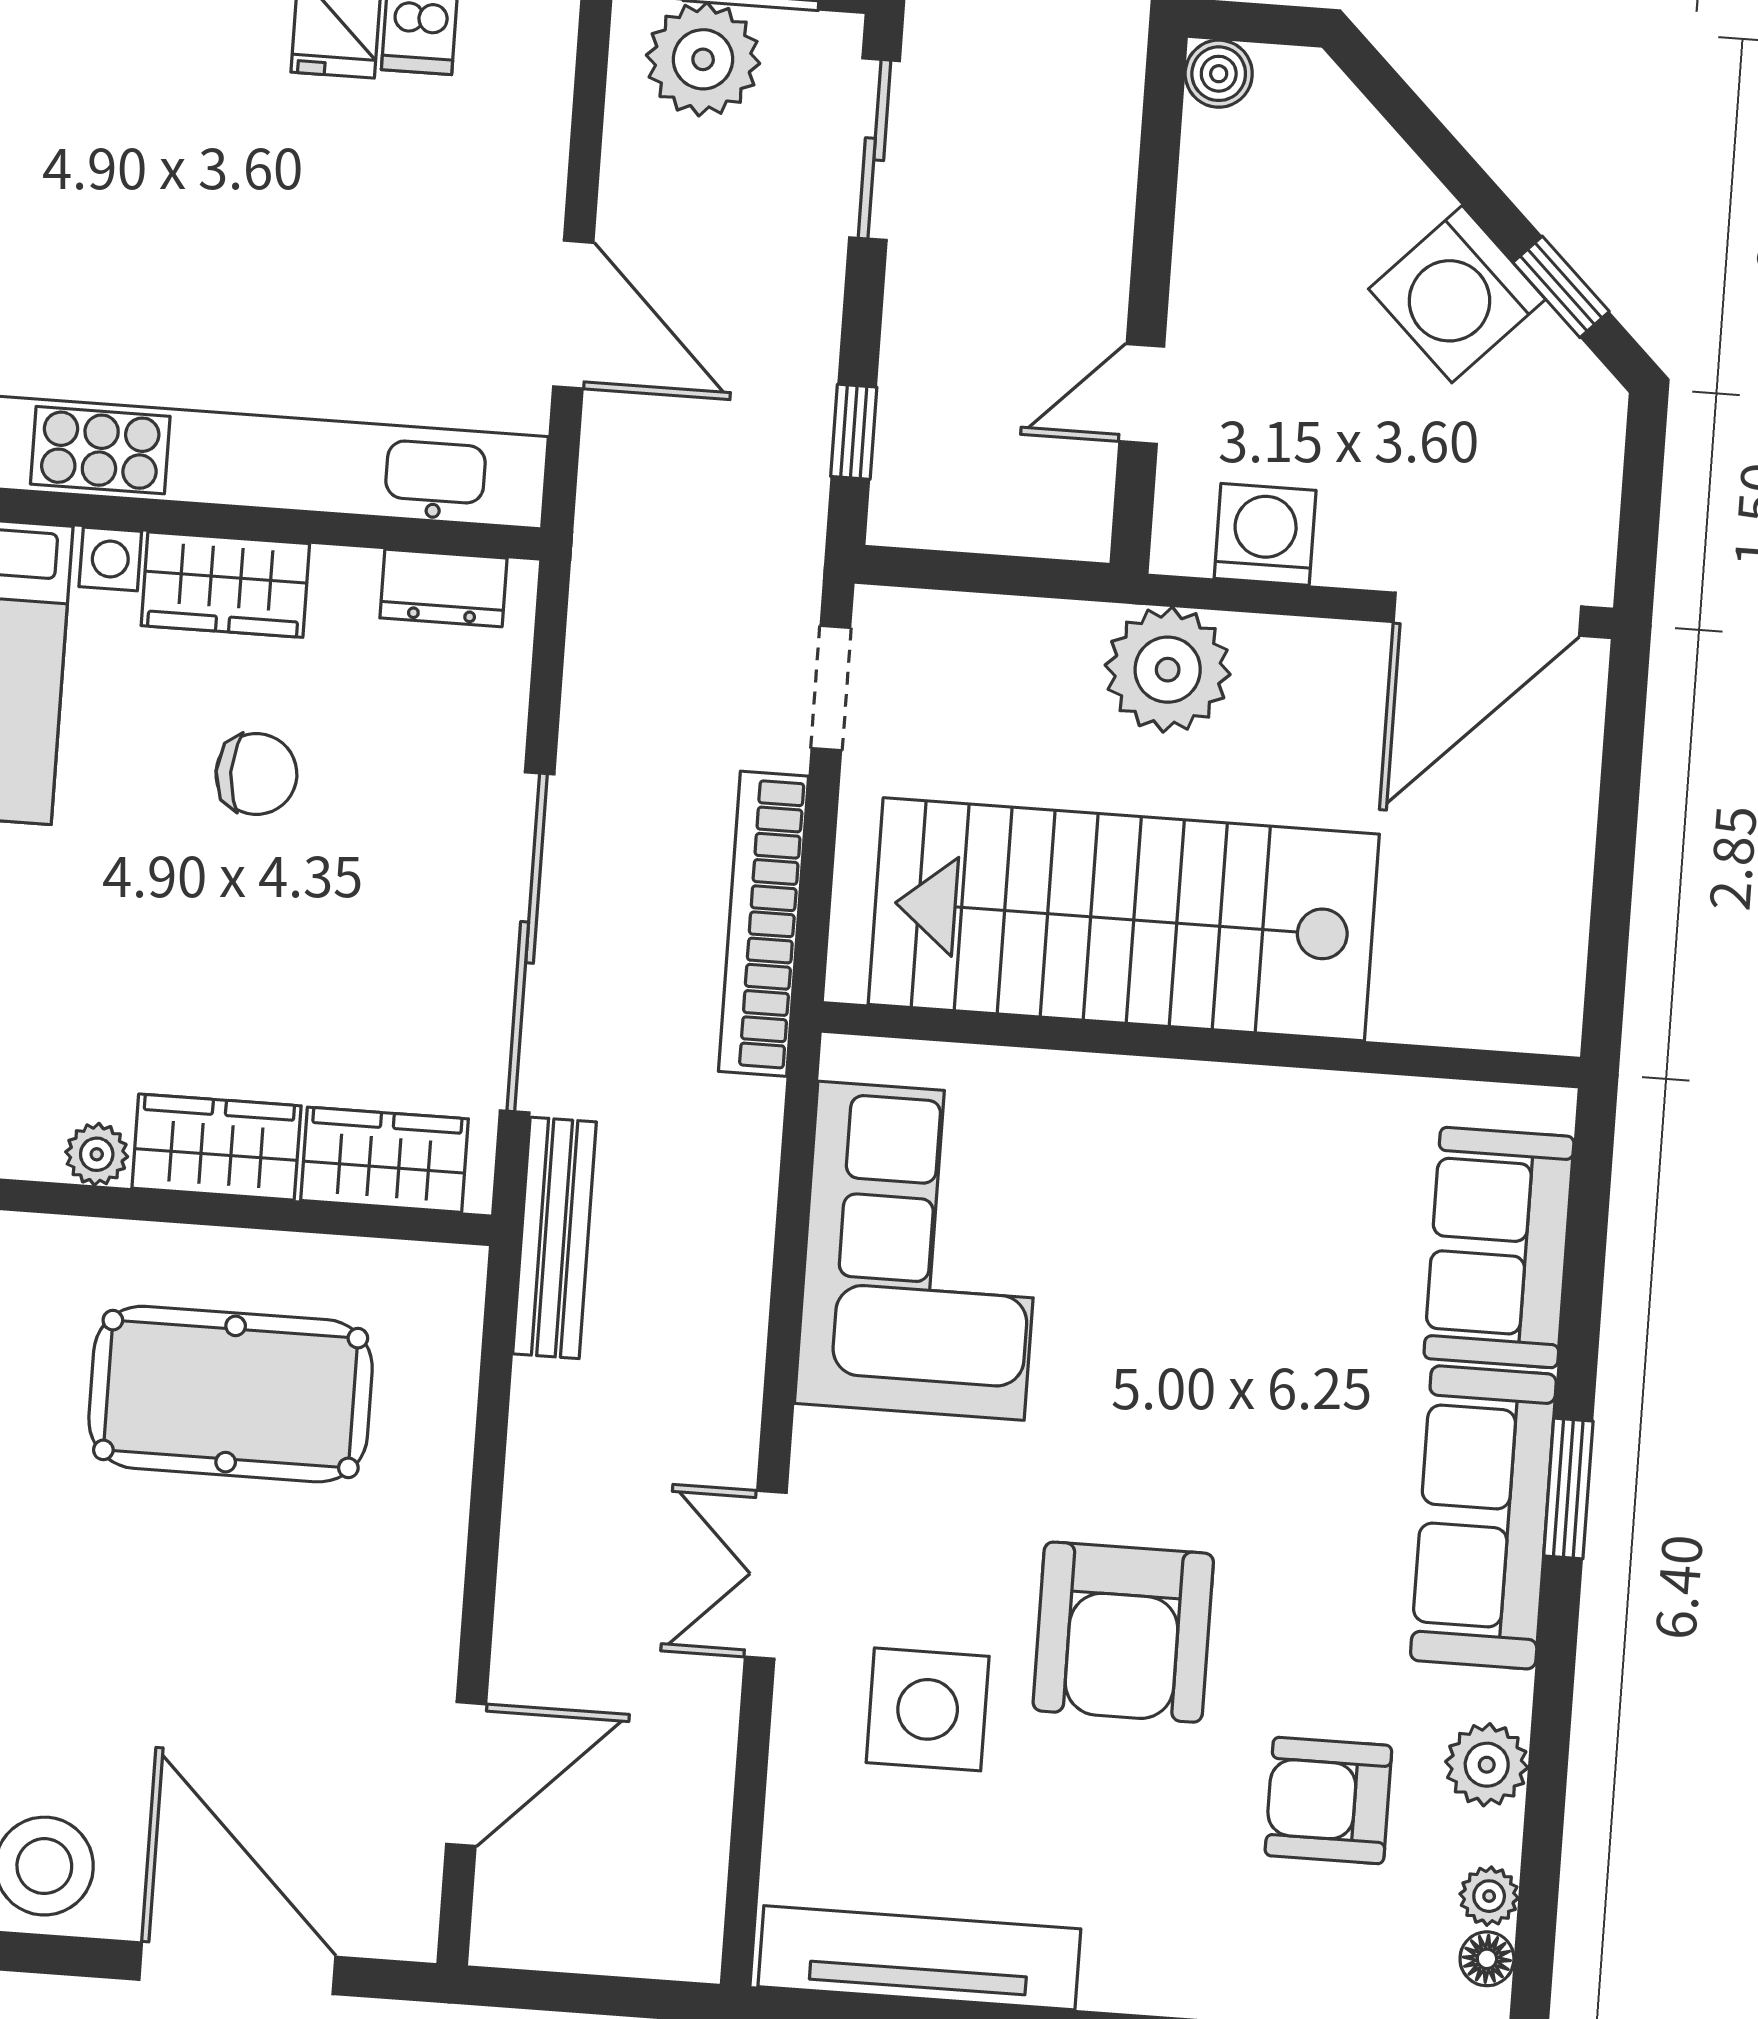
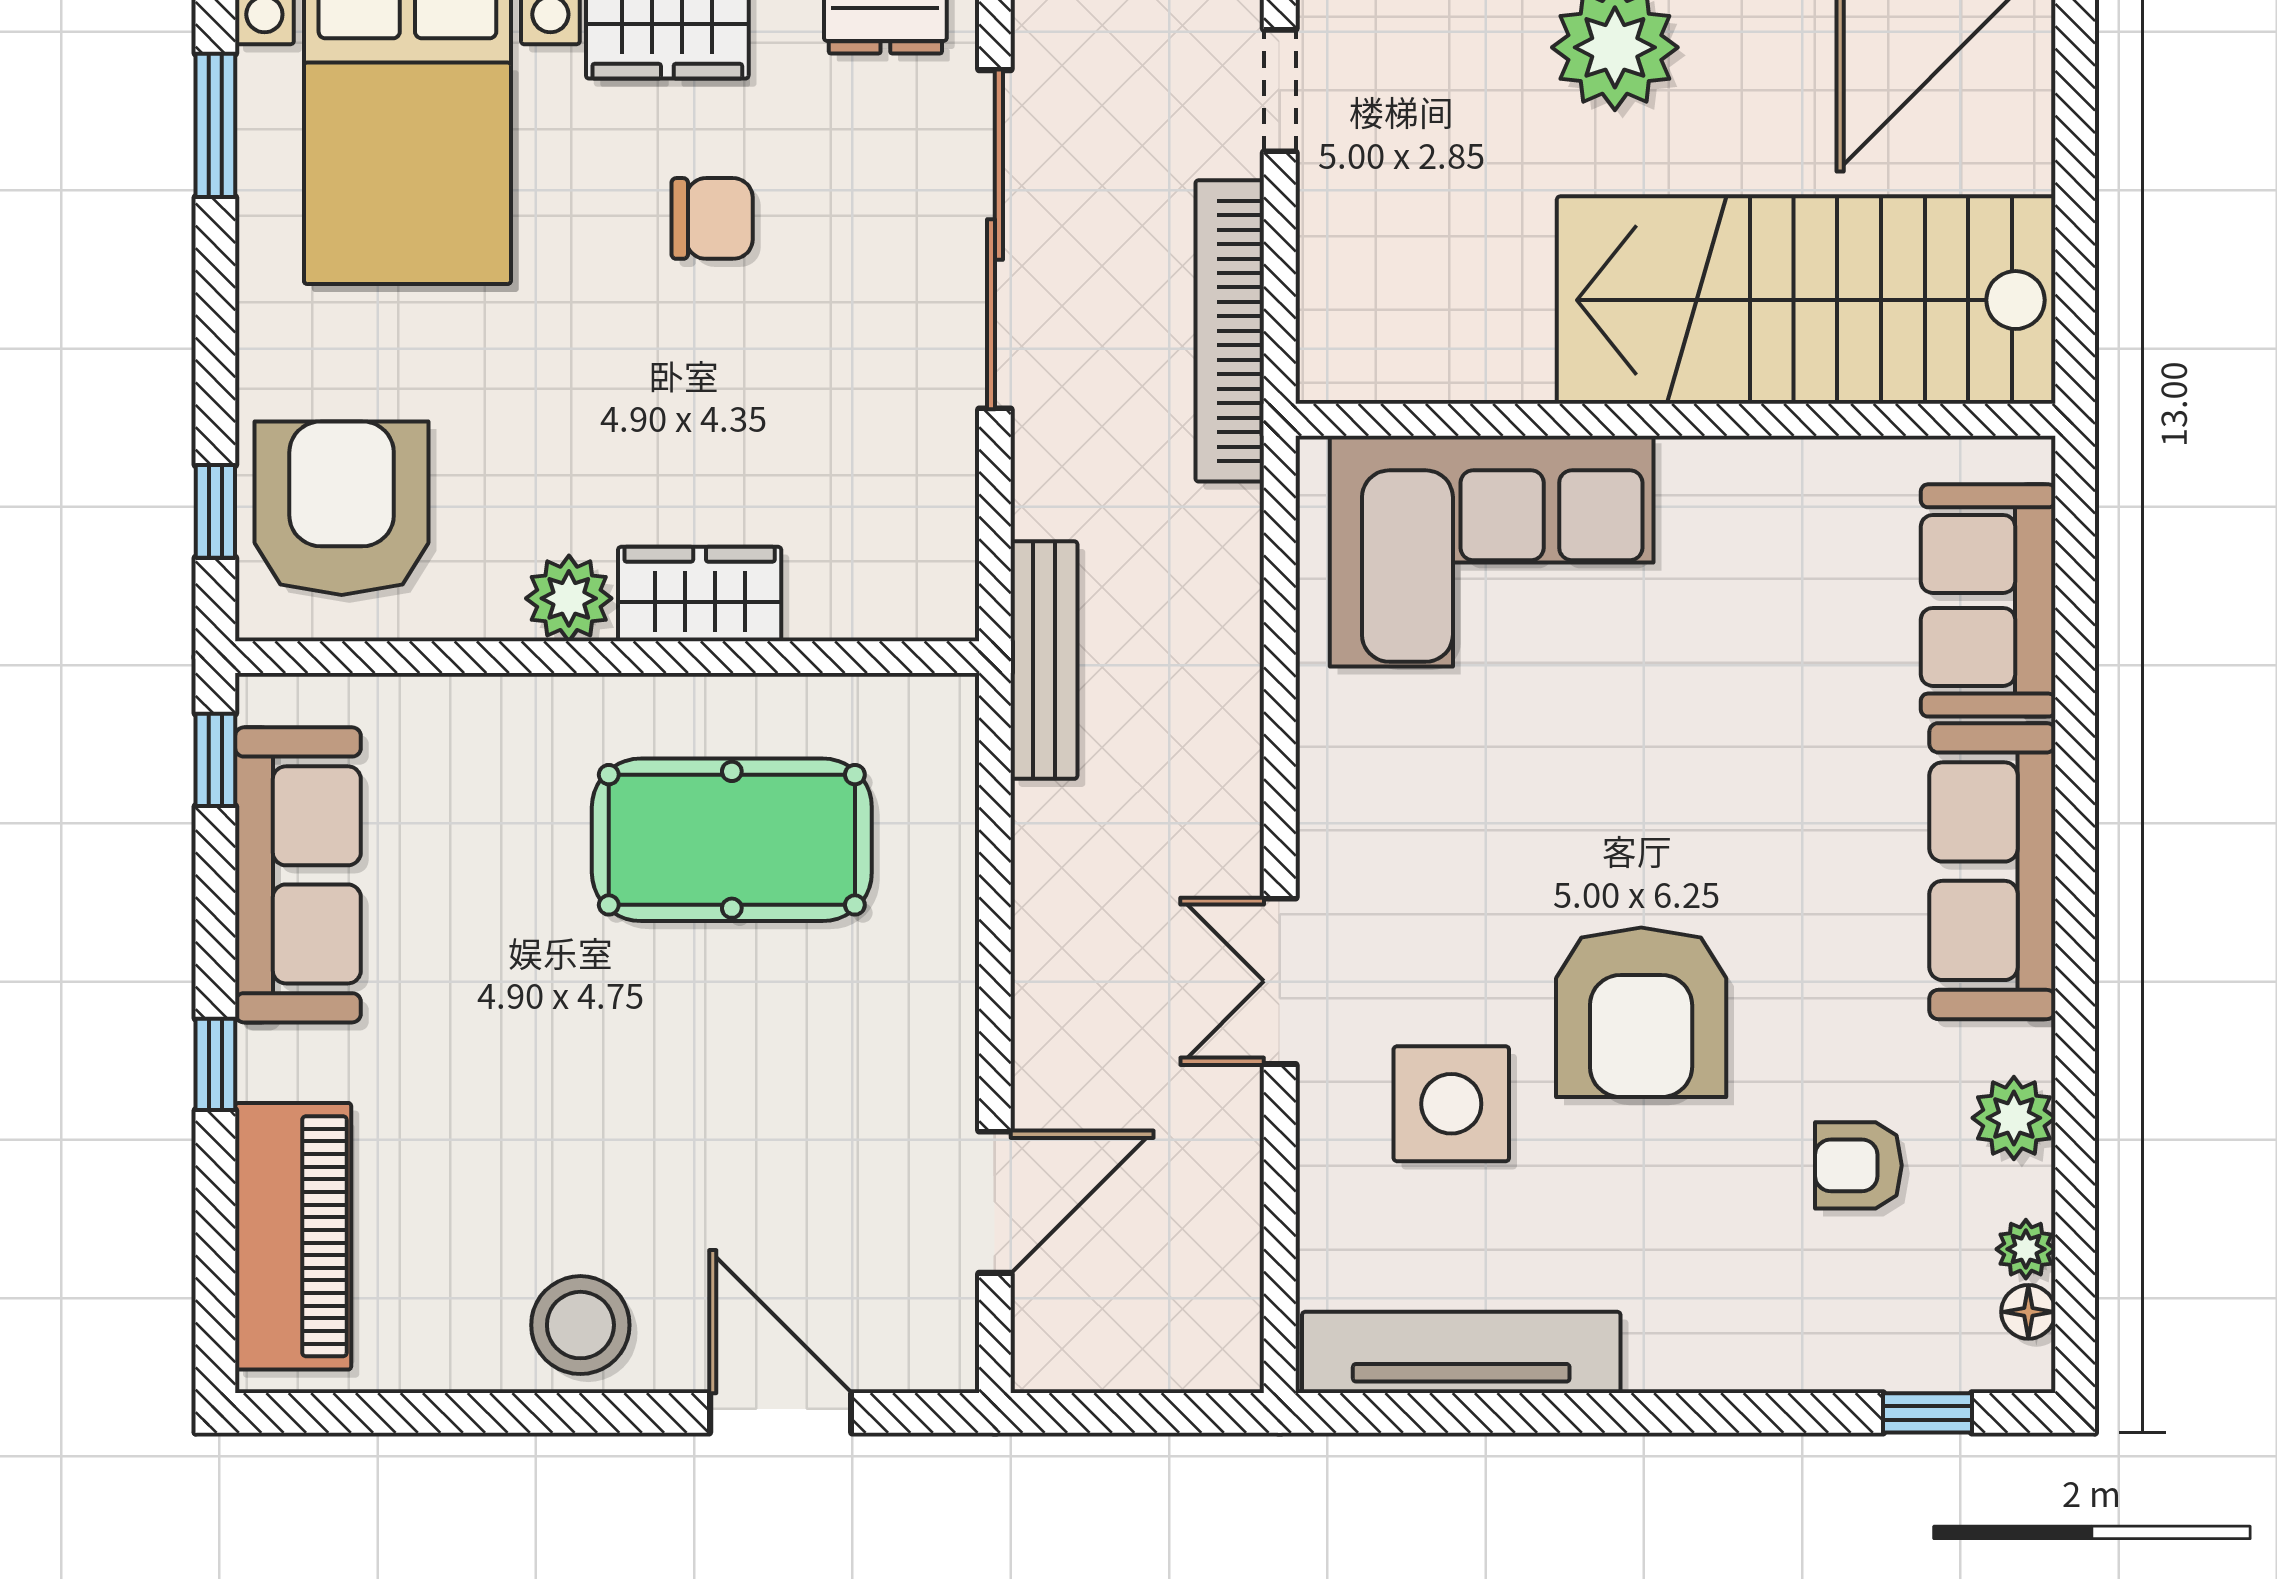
stairs: (1124, 919) -> (1806, 300), moved
sliding door: (527, 942) -> (995, 239), moved
plant: (97, 1154) -> (569, 598), width x1.38, depth x1.38
wardrobe: (385, 1160) -> (868, 594), removed
corner sofa: (921, 1251) -> (1492, 551), moved, turned 90
window: (1568, 1489) -> (2075, 836), removed
armchair: (1328, 1800) -> (1858, 1165), width x0.72, depth x0.72
door: (237, 1968) -> (781, 1413), width x0.73

